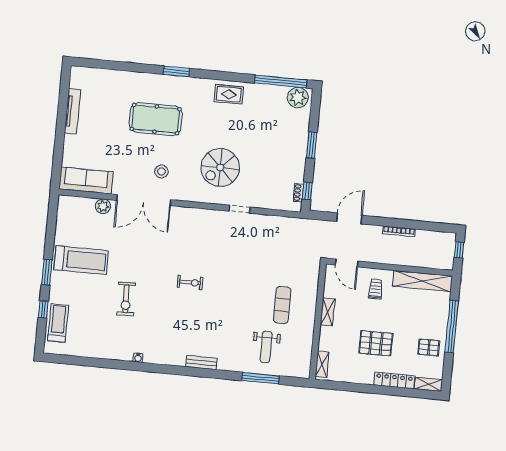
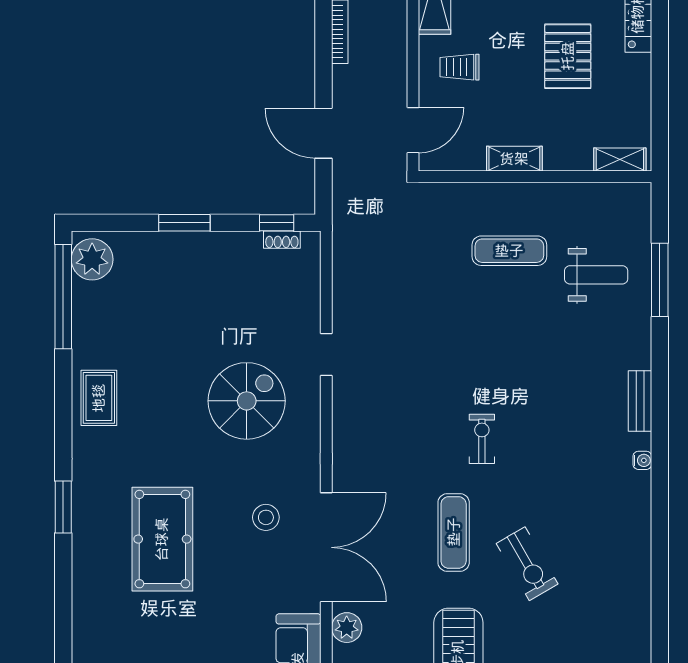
spiral stairs: (220, 167) -> (247, 401), turned -90
exercise mat: (145, 264) -> (454, 532), added
exercise bike: (126, 299) -> (527, 564), turned 62
water cooler: (138, 358) -> (642, 460), moved

